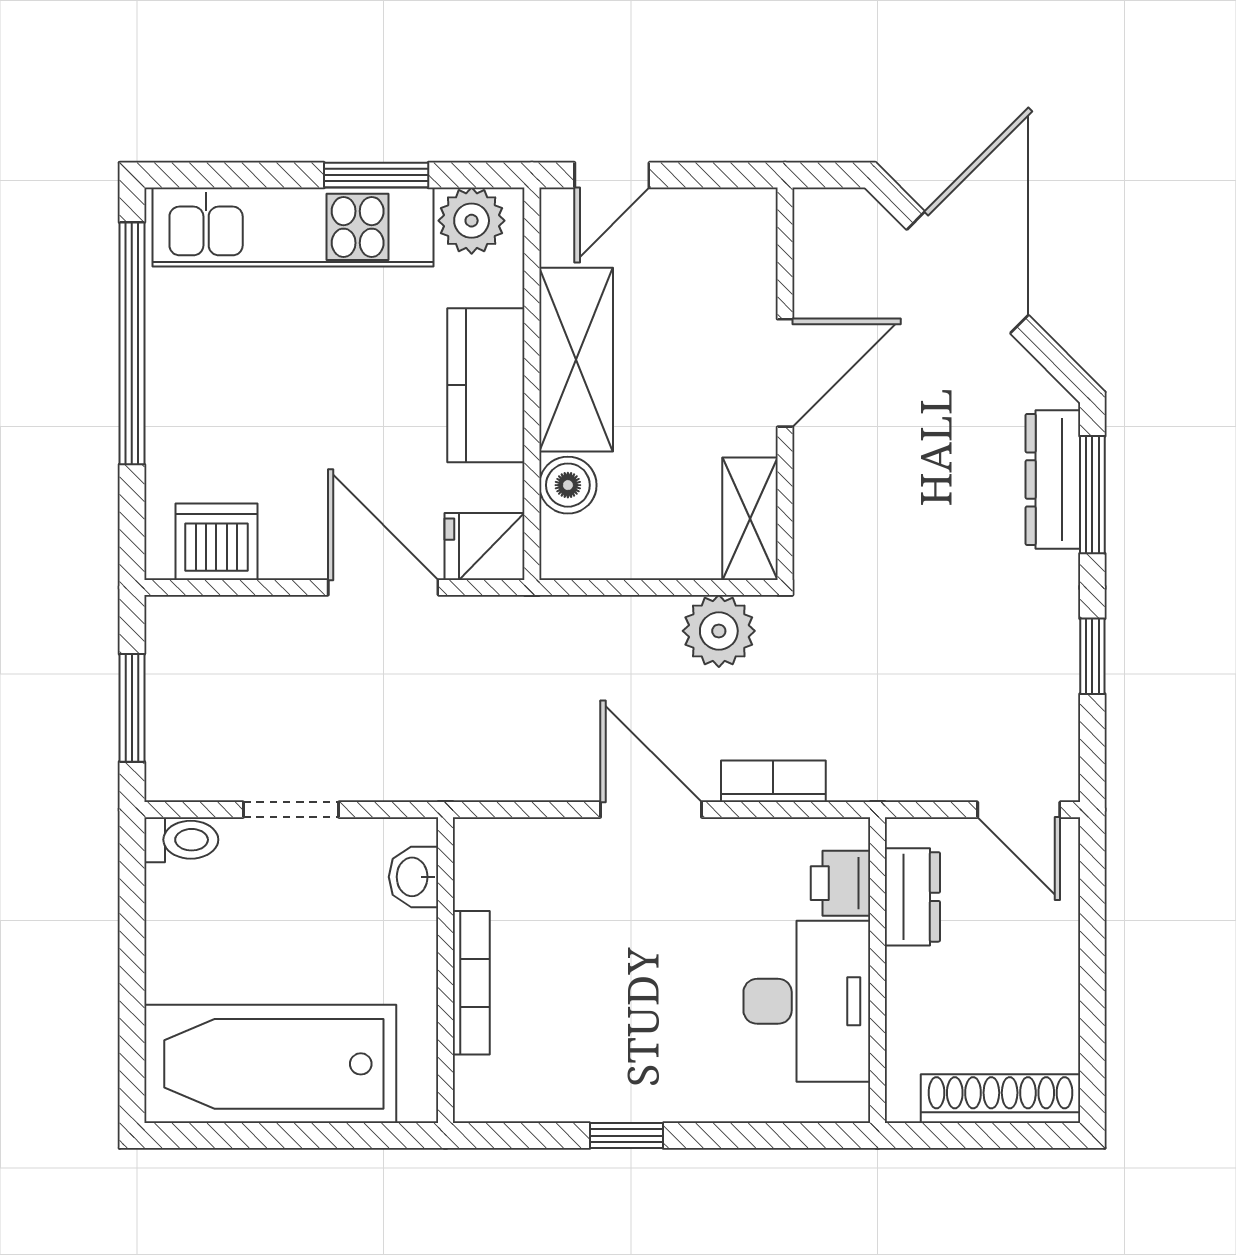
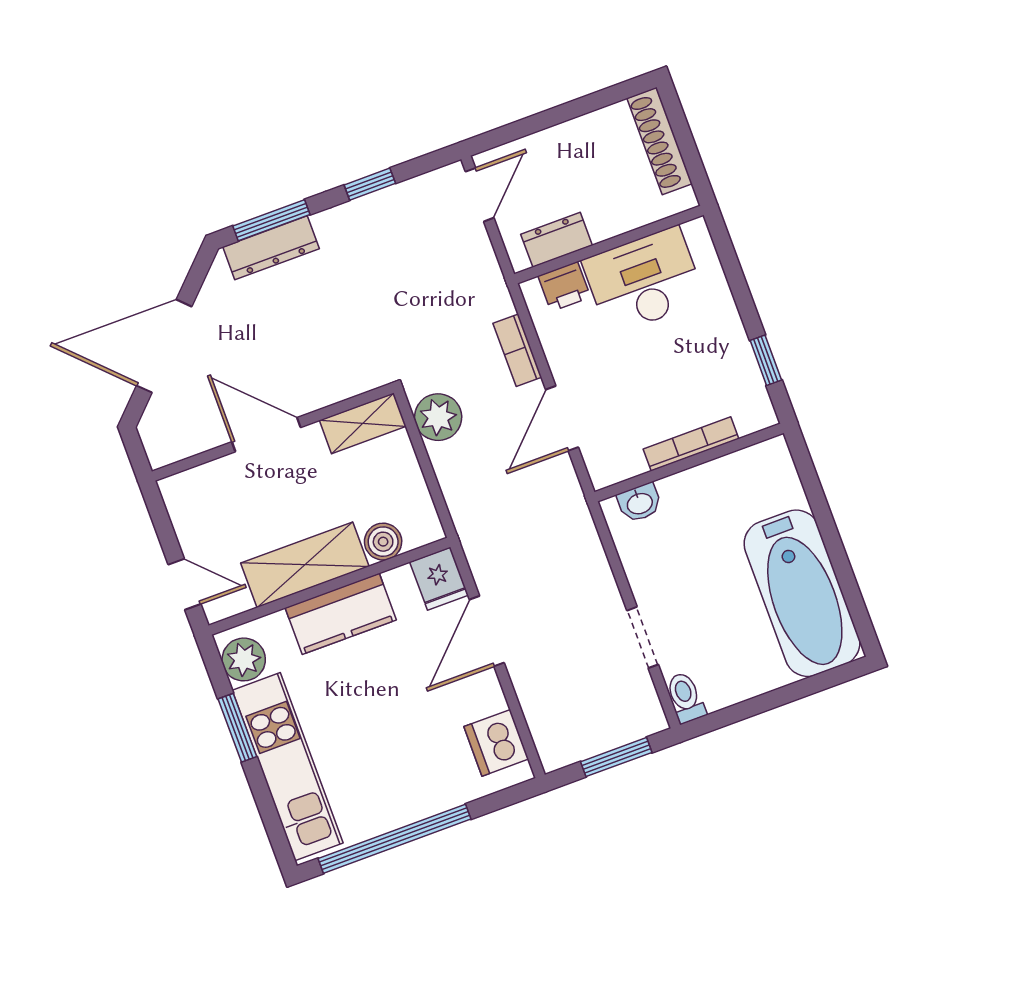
washbasin: (414, 877) -> (639, 503), moved
wall: (445, 970) -> (689, 462), moved
bookcase: (471, 983) -> (691, 444), moved

